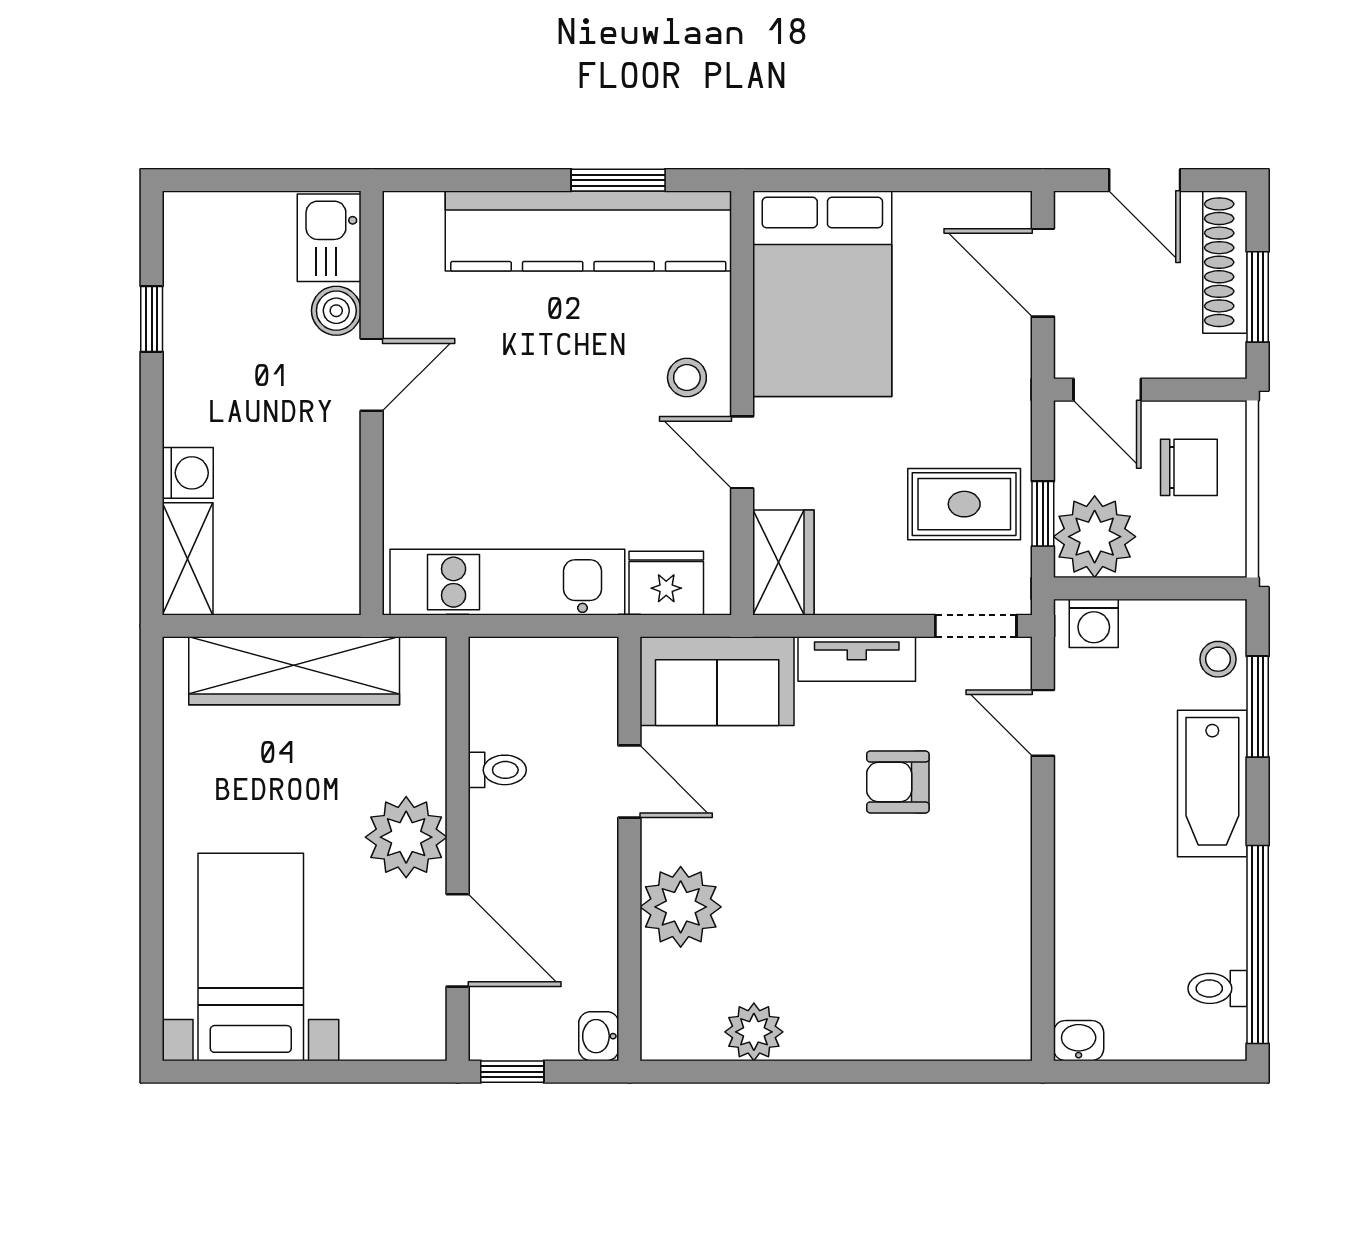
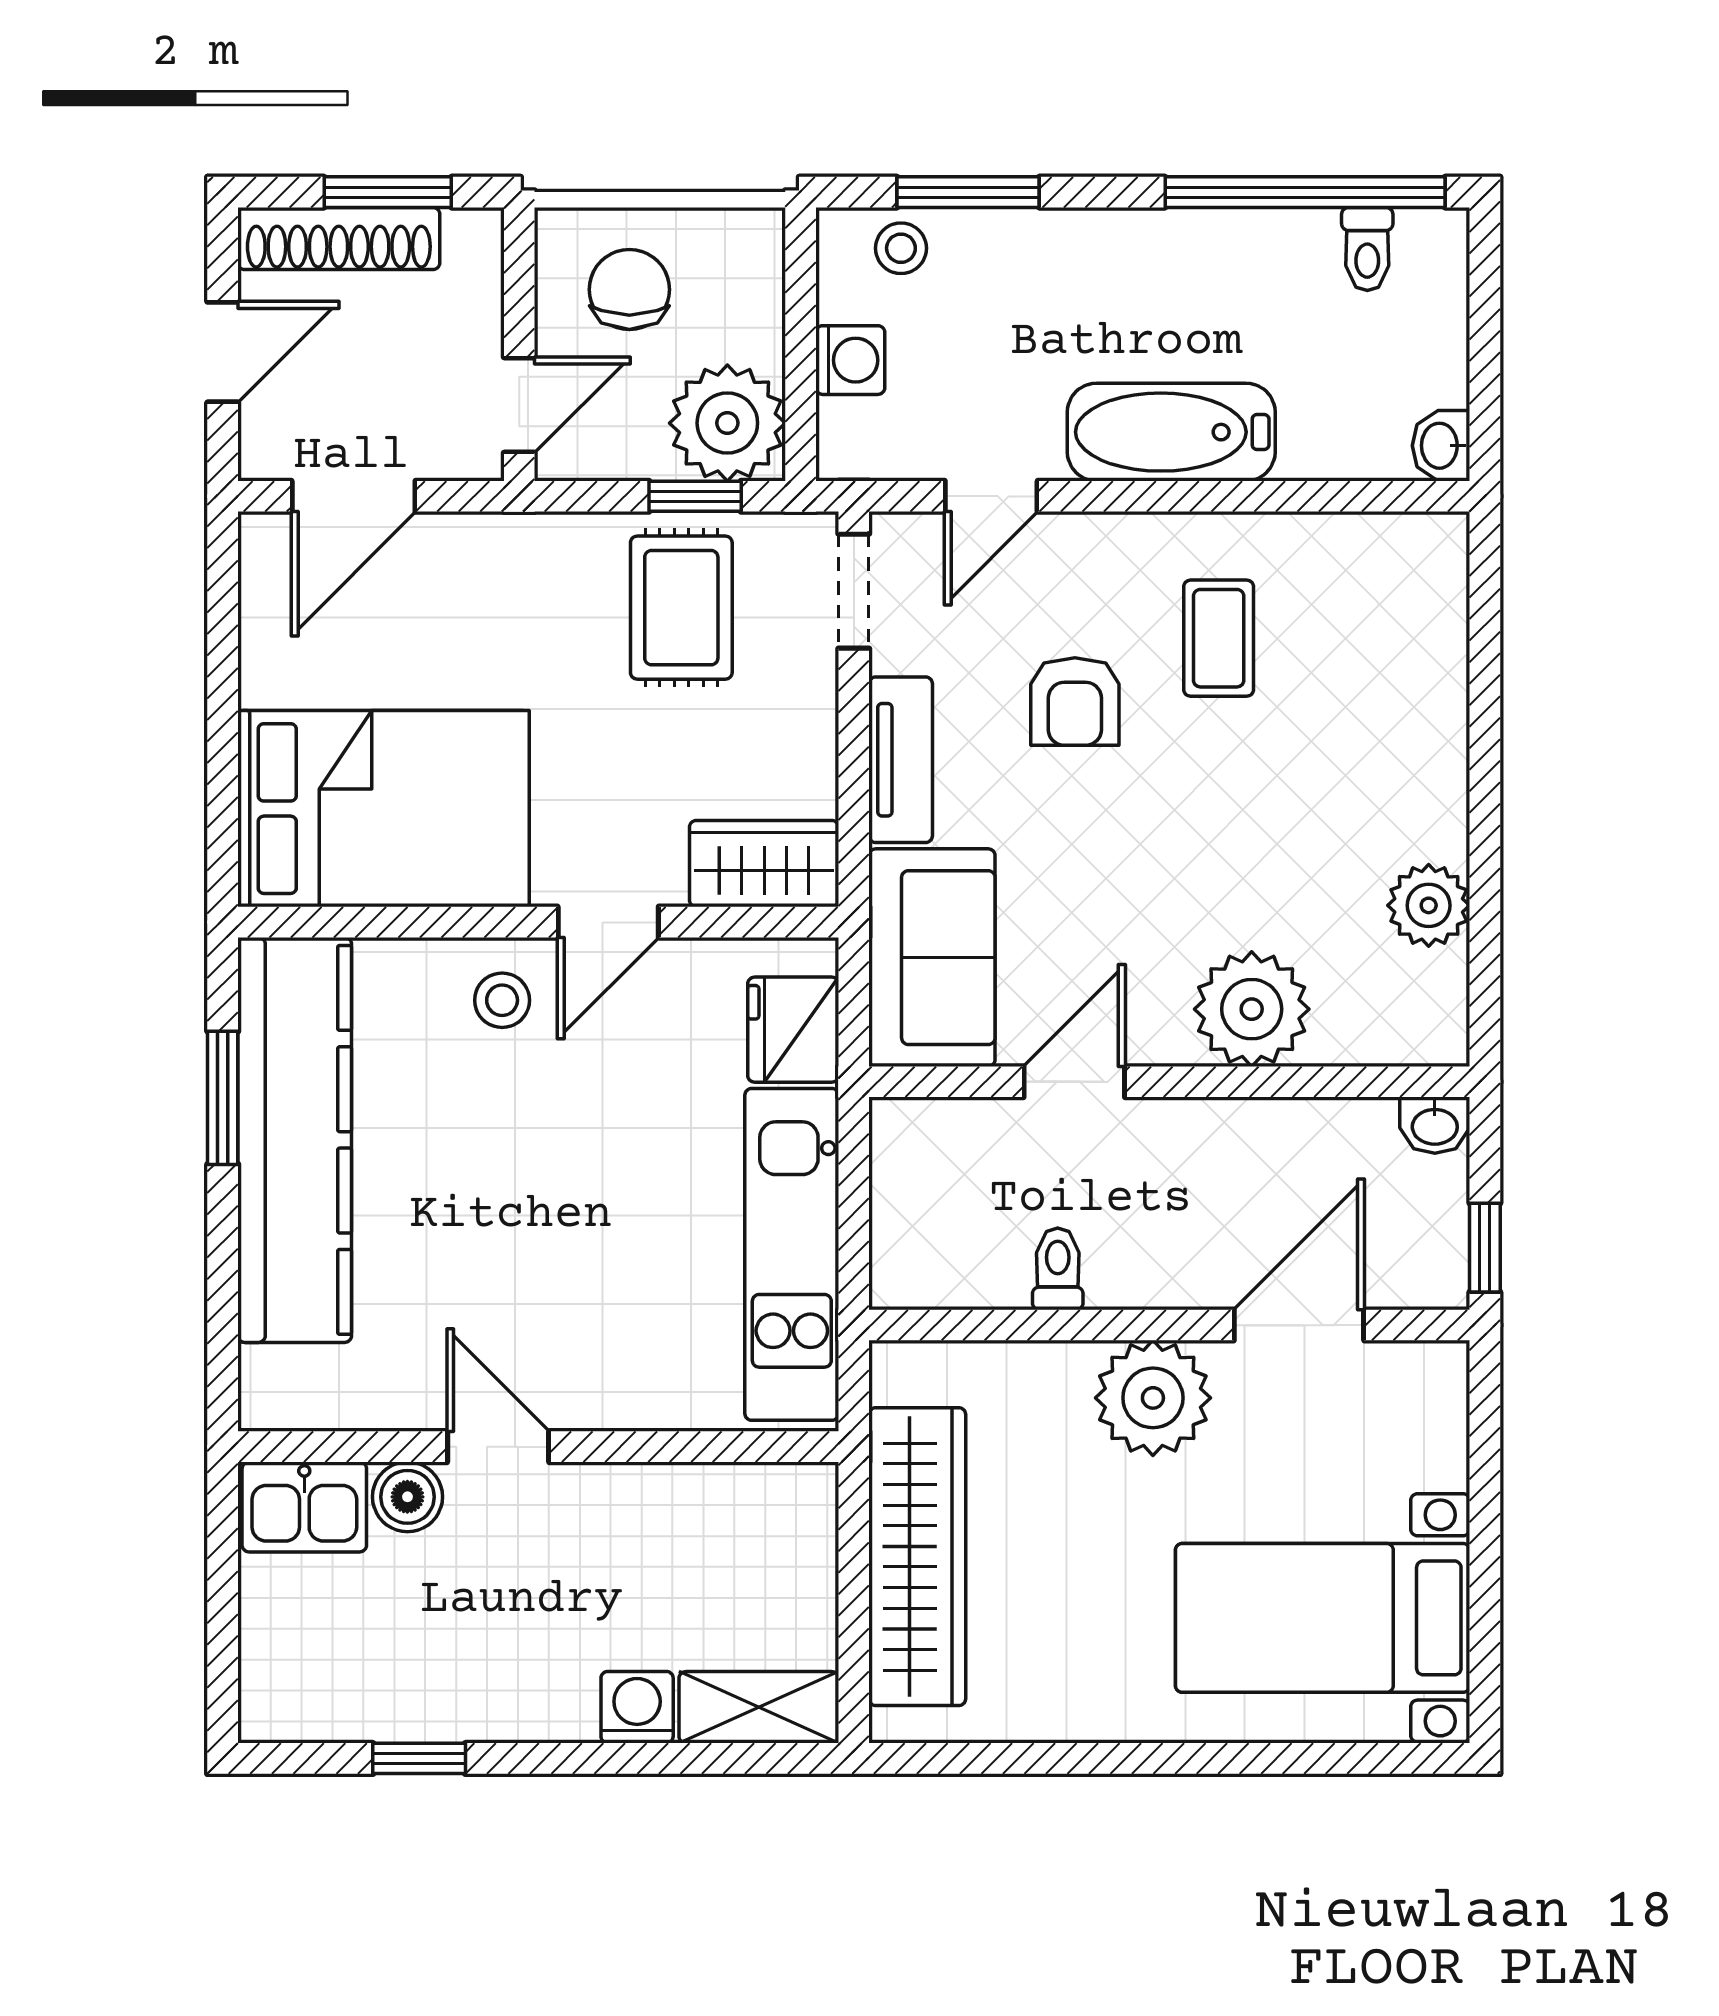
washing machine: (1094, 623) -> (850, 360), moved
bathtub: (1212, 783) -> (1171, 432), moved, turned 180
coffee table: (943, 884) -> (1219, 638), added

